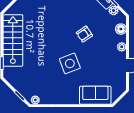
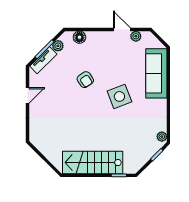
plant: (122, 47) -> (136, 36), moved
sofa: (95, 95) -> (156, 73), width x1.36

